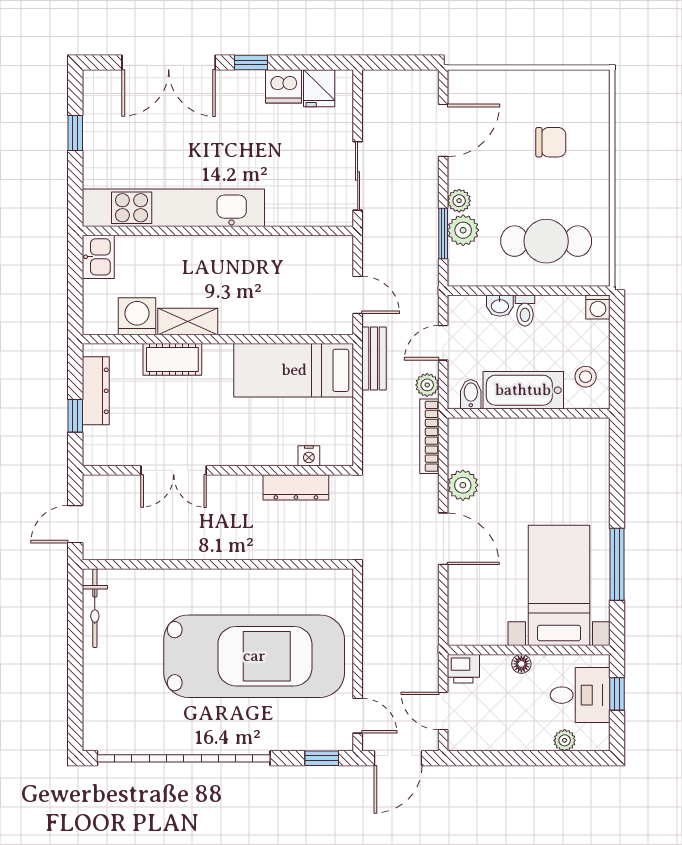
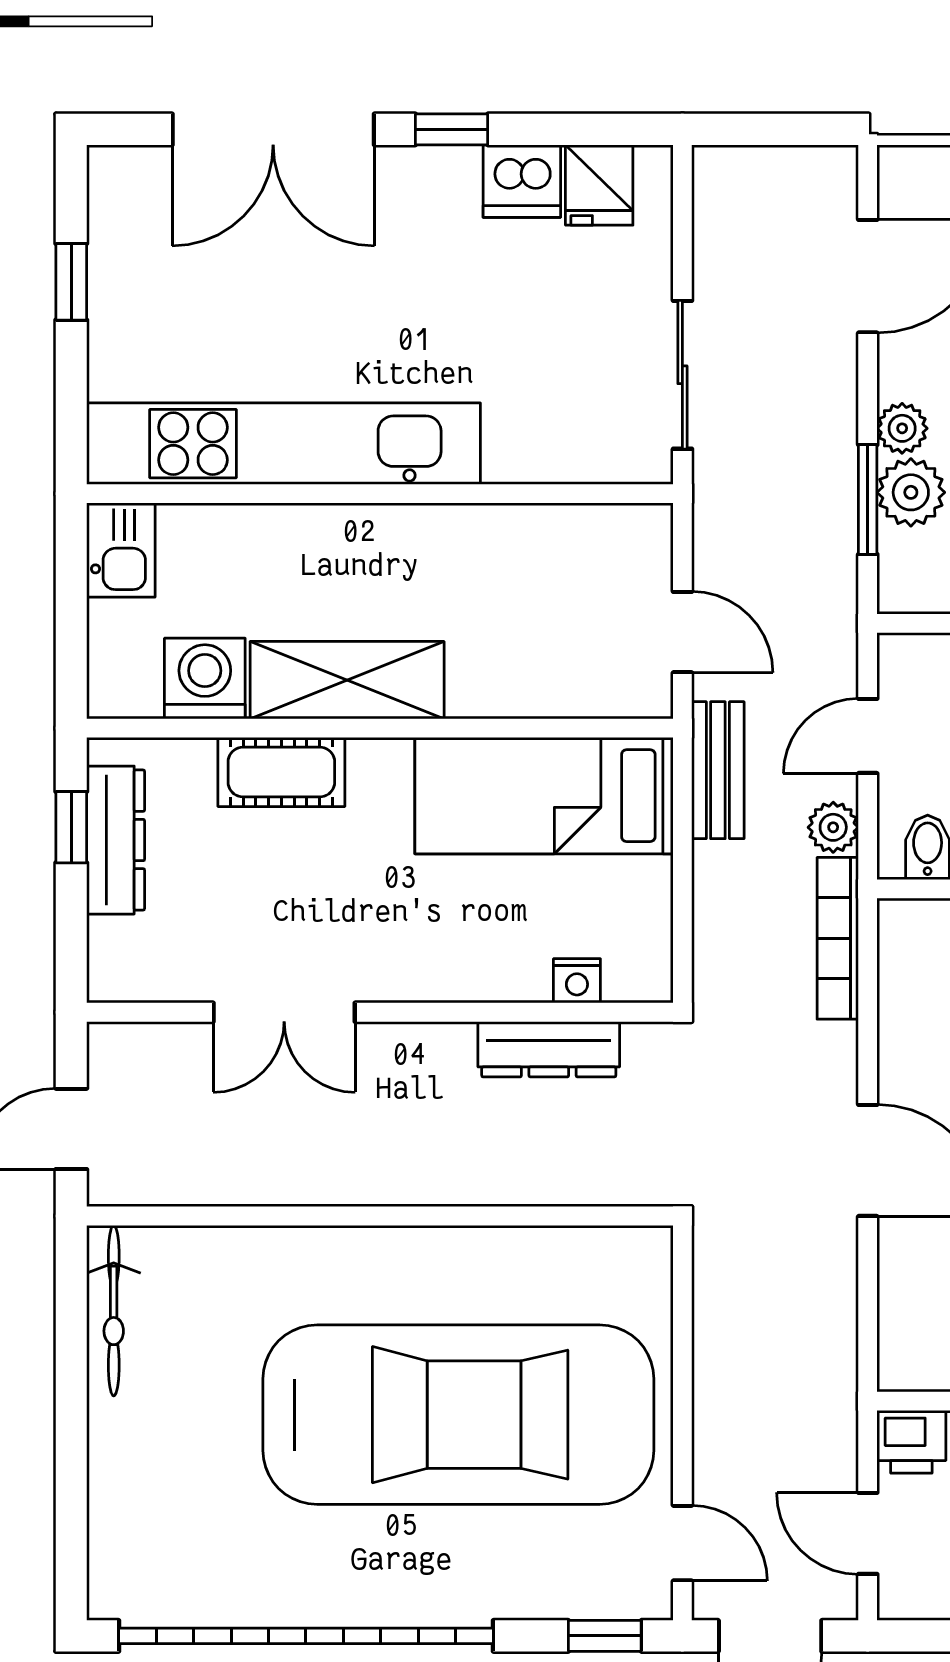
shelving: (188, 321) -> (347, 680), width x1.50, depth x1.33
window: (75, 416) -> (71, 827), moved
plant: (463, 485) -> (910, 1044), removed

